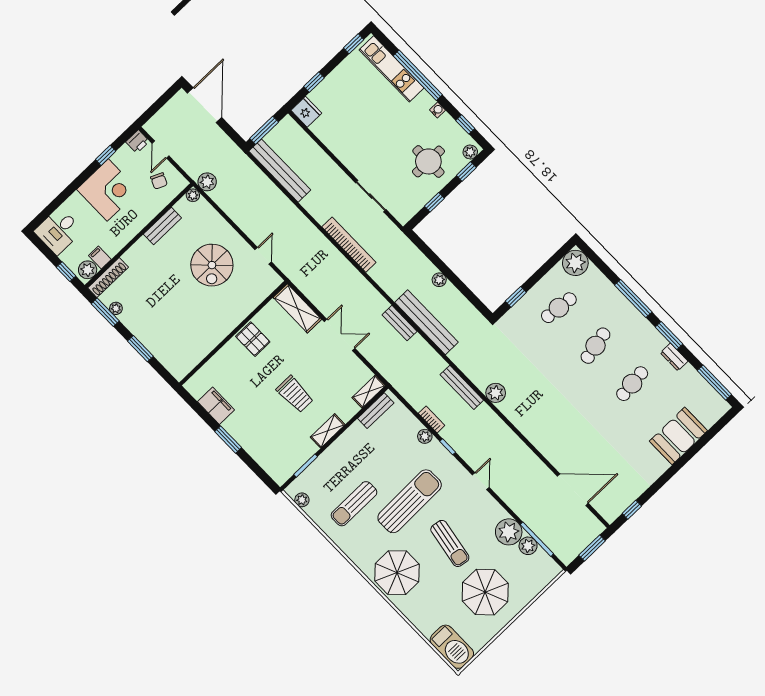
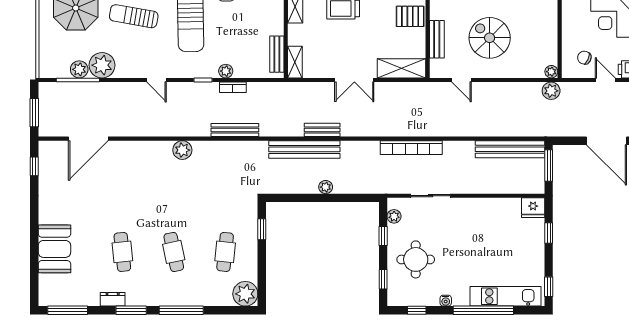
plant: (470, 152) -> (394, 216), moved
bench: (162, 226) -> (437, 39), moved
plant: (496, 393) -> (182, 150), moved

